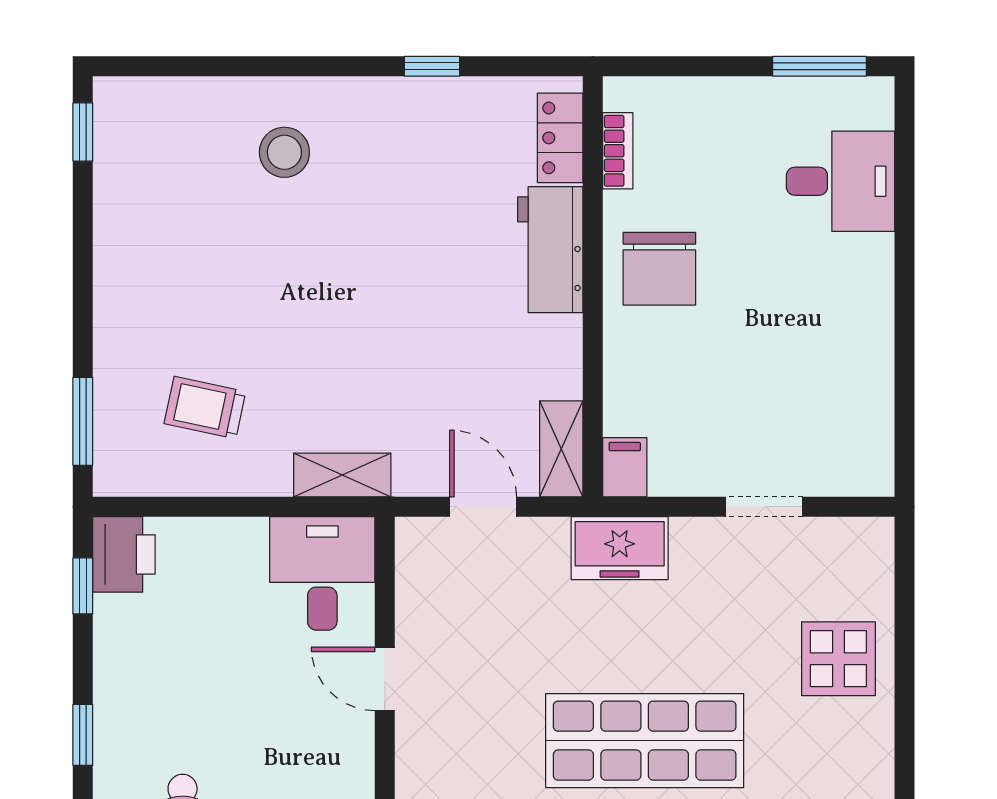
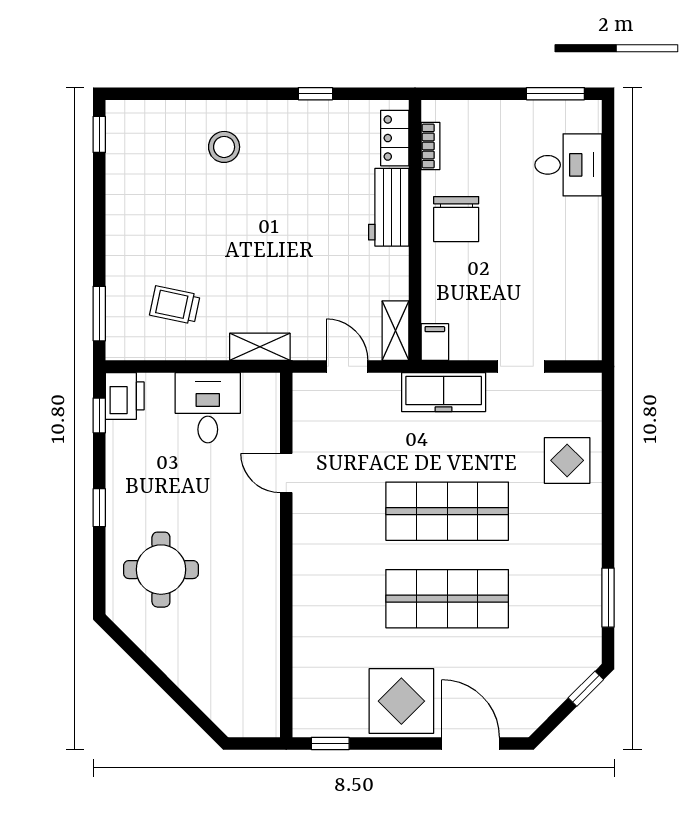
freezer: (620, 548) -> (444, 392), width x1.40
desk: (322, 573) -> (208, 408), moved

